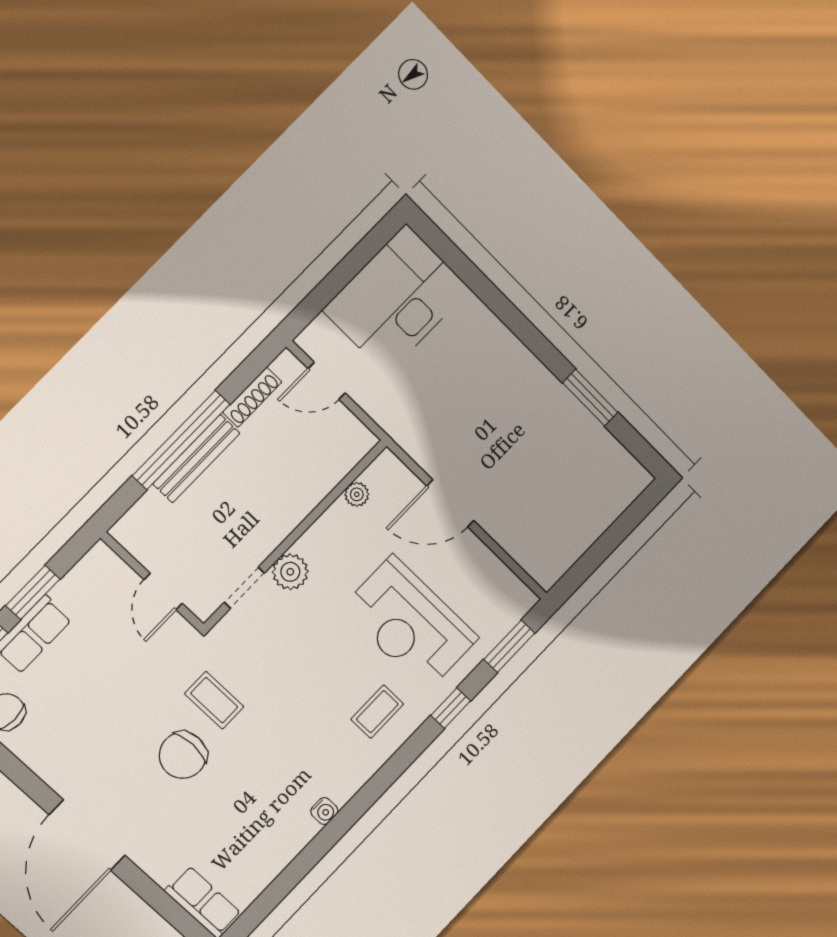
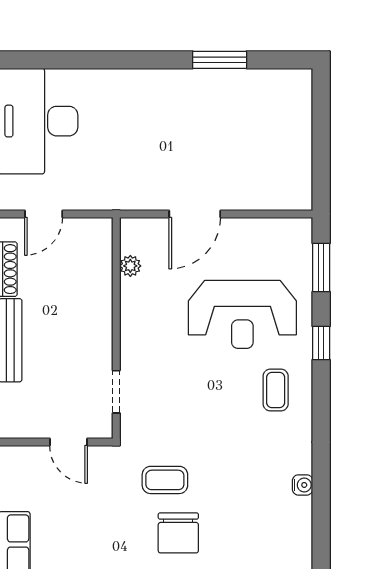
plant: (290, 572) -> (135, 354), removed

